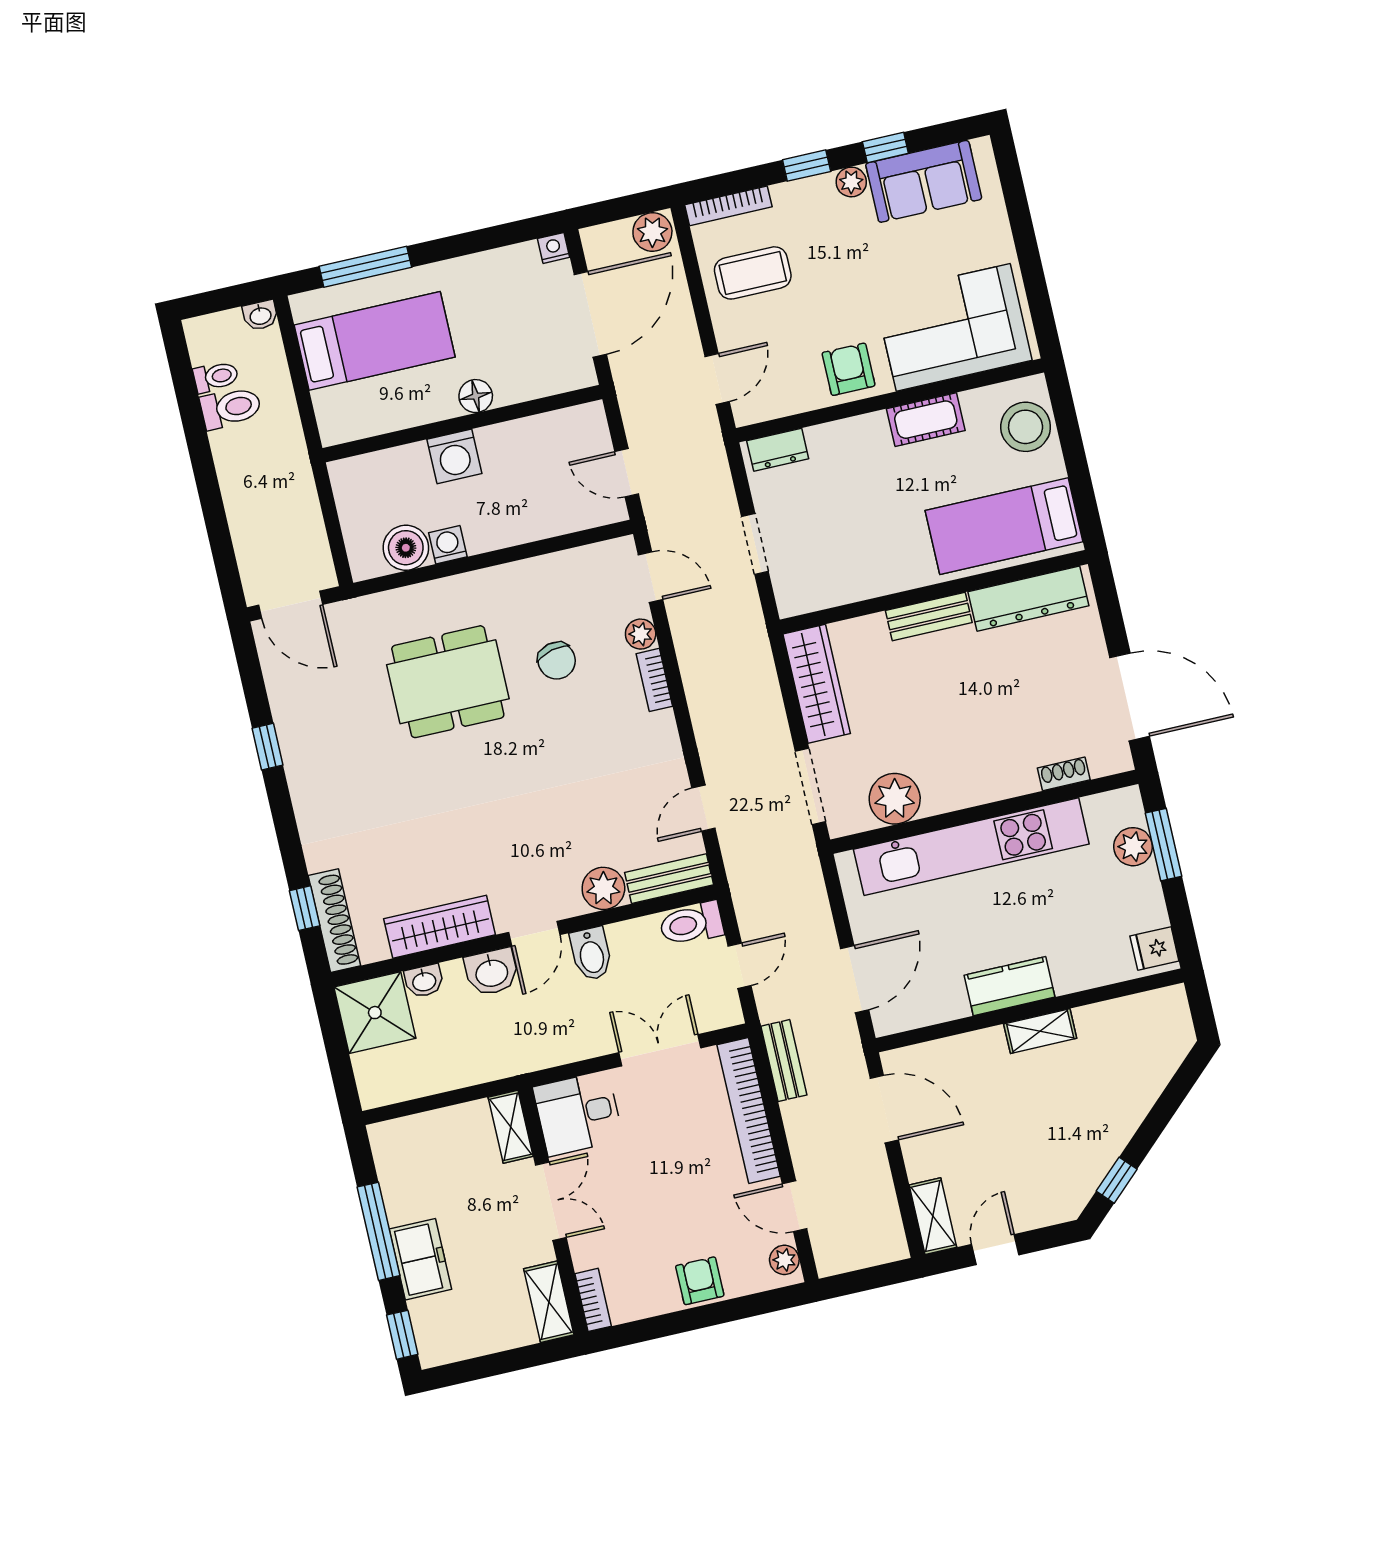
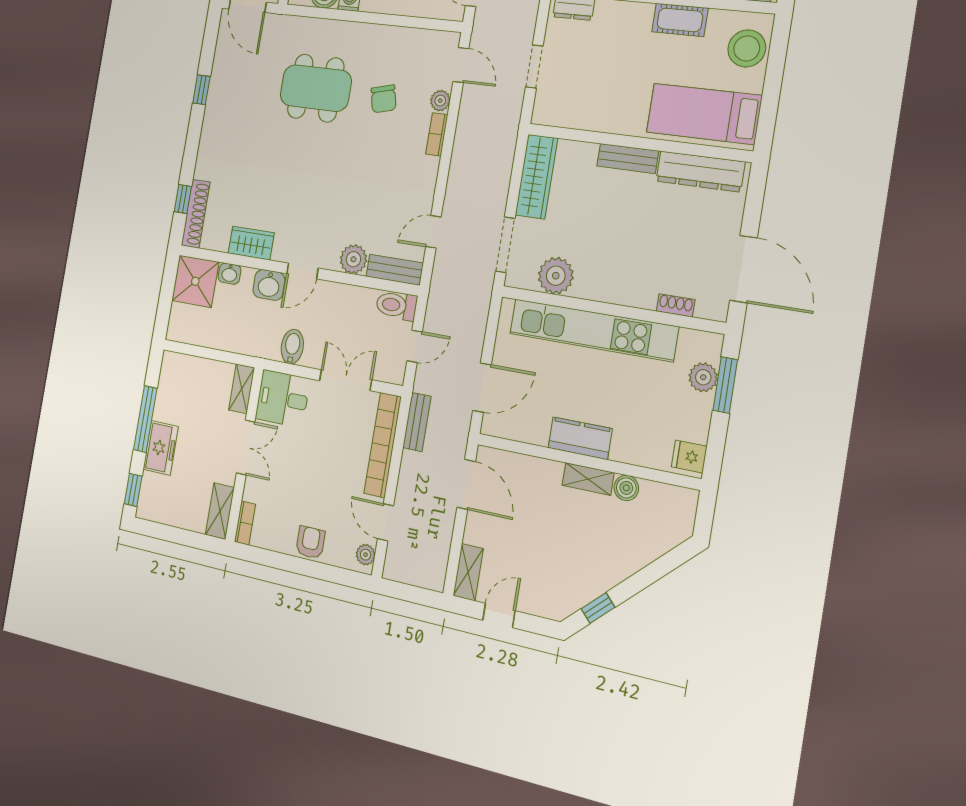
wardrobe: (440, 927) -> (251, 243), width x0.67
bidet: (591, 954) -> (292, 347), moved, turned 180
boiler: (1093, 1020) -> (626, 488), added

